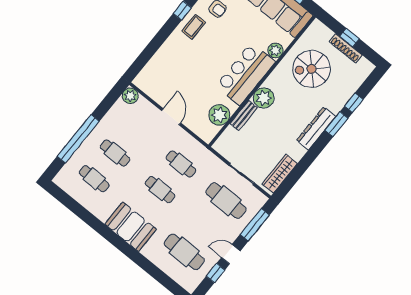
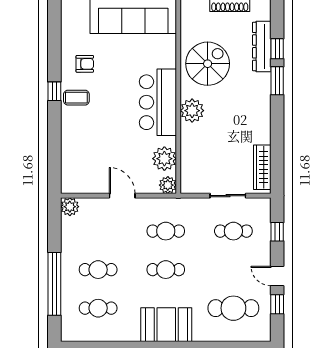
coffee table: (194, 27) -> (76, 98), turned 90
plant: (275, 50) -> (168, 185), moved
spiral stairs: (312, 69) -> (208, 64), moved, turned 180
bench: (244, 116) -> (187, 141), removed
dresser: (316, 128) -> (262, 46), moved
cafe table: (226, 201) -> (233, 231), width x0.73, depth x0.74
window: (255, 225) -> (277, 232), width x0.46
door: (231, 254) -> (277, 276), hinge flipped

